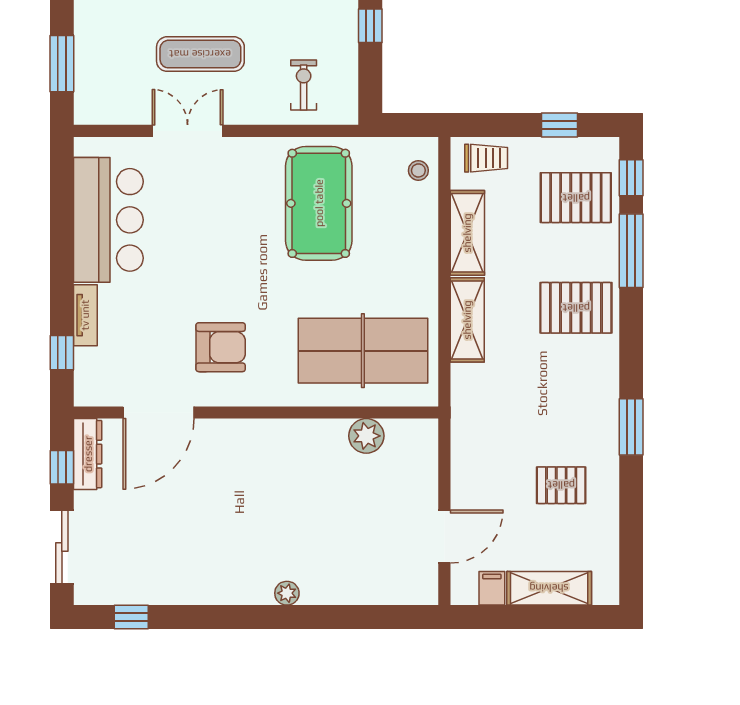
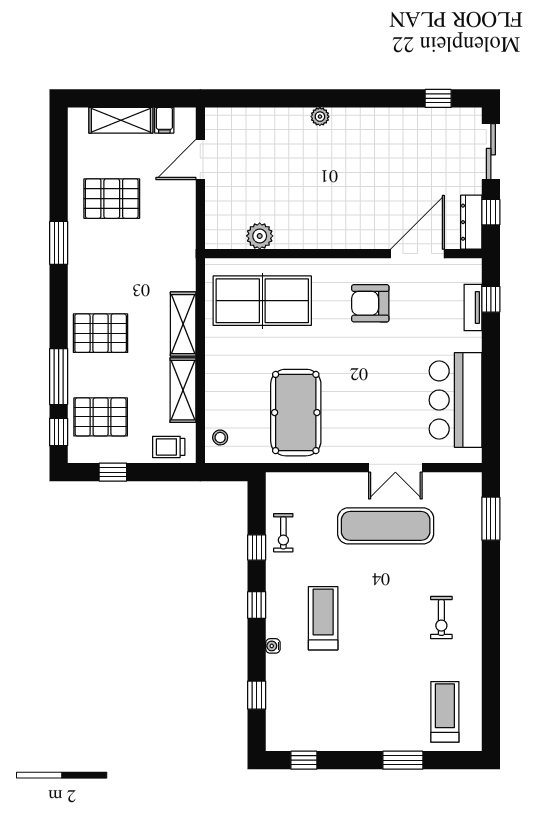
exercise mat: (200, 54) -> (386, 526), width x1.36, depth x1.45
exercise bike: (304, 85) -> (283, 533), moved
tv unit: (85, 315) -> (473, 308), moved
pallet: (561, 485) -> (112, 199), width x1.50, depth x1.42

